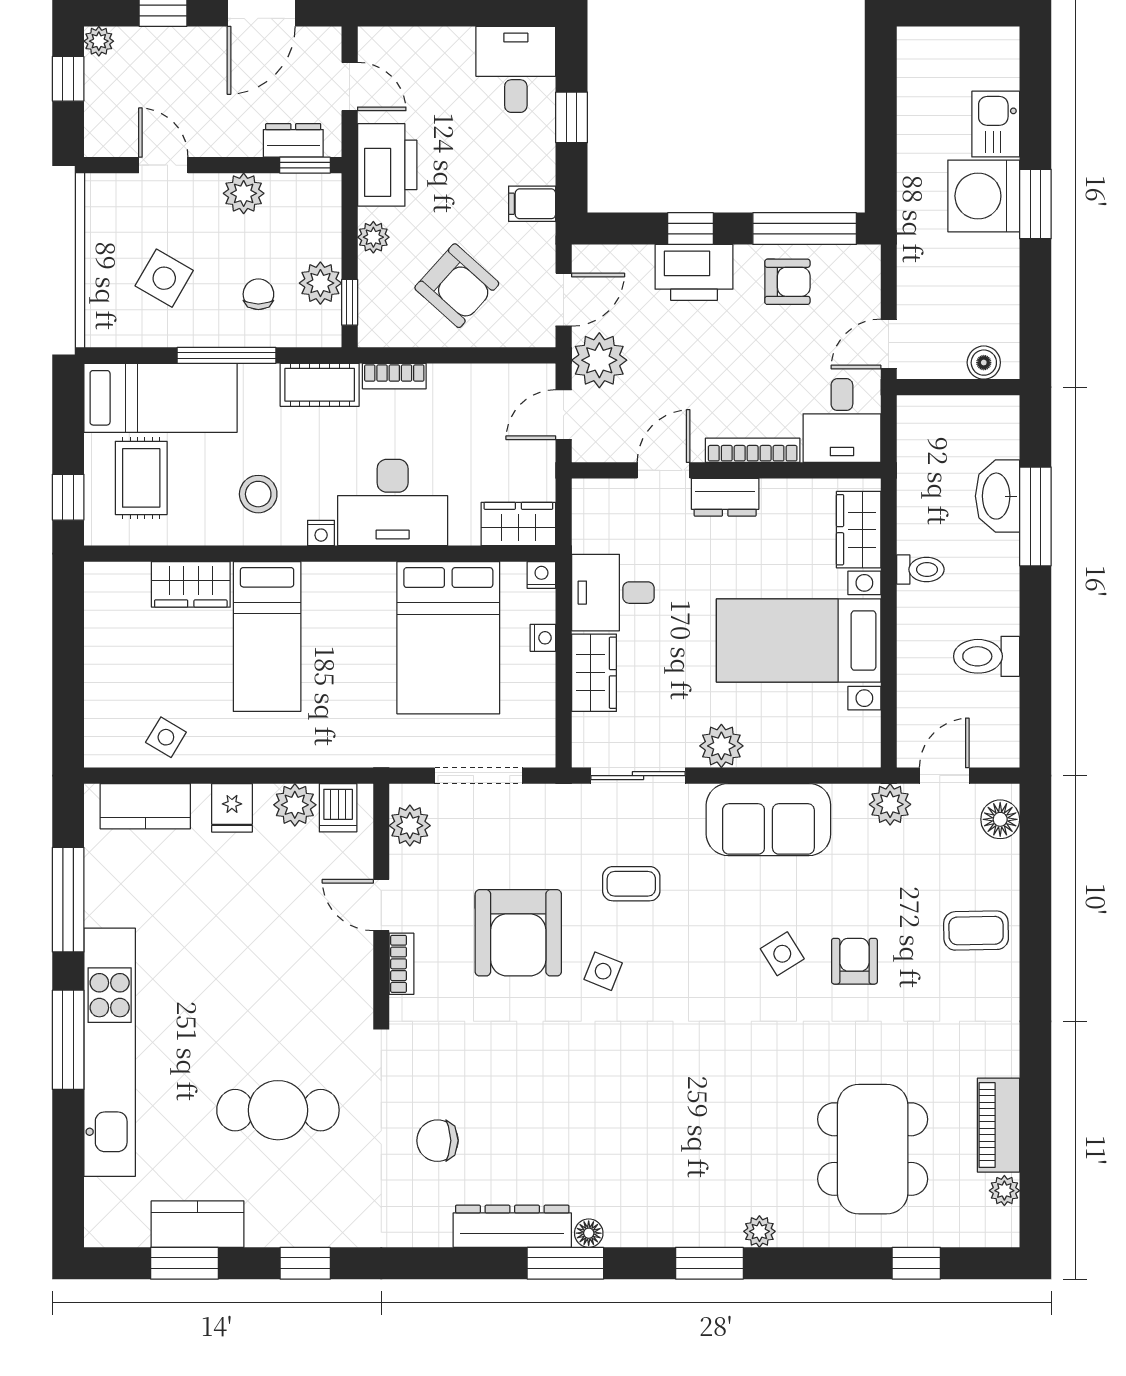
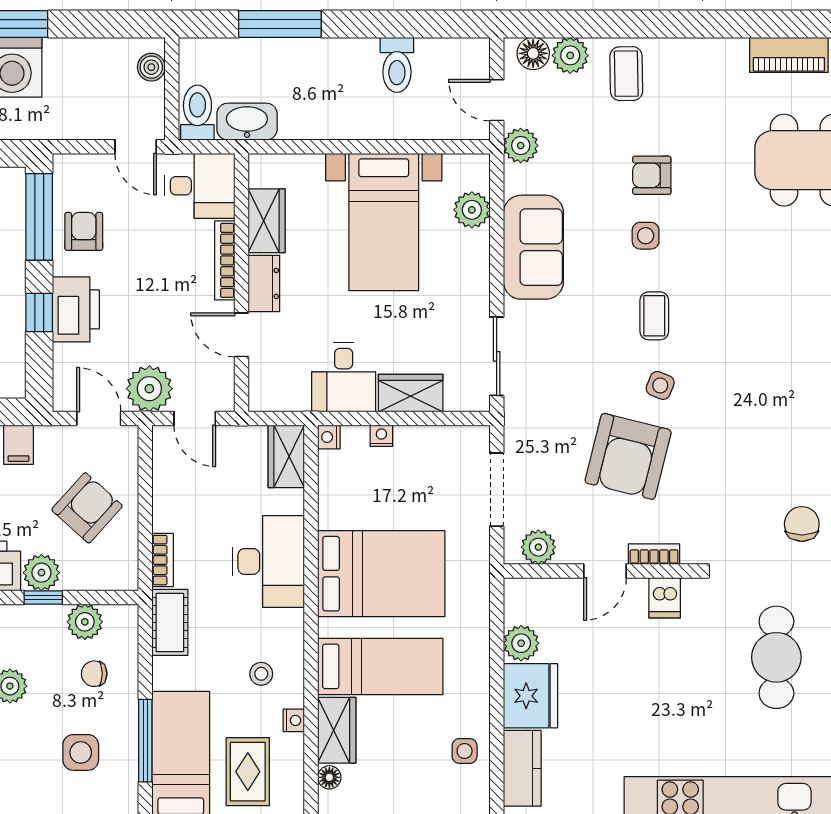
plant: (373, 237) -> (41, 573), width x1.38, depth x1.38
side table: (164, 278) -> (81, 752), turned -30
window: (350, 302) -> (43, 597), moved
window: (227, 355) -> (145, 741), moved
rug: (141, 478) -> (248, 772), turned 90
stool: (258, 494) -> (261, 674), width x0.73, depth x0.73
washbasin: (997, 496) -> (247, 122), moved, turned 180
wardrobe: (859, 530) -> (267, 221), moved, turned -90
nightstand: (321, 533) -> (294, 720), moved
toilet: (920, 569) -> (197, 113), moved, width x1.37, depth x1.39
floor lamp: (134, 575) -> (329, 777), added
bed: (448, 638) -> (381, 574), moved
side table: (166, 737) -> (465, 751), turned -31
plant: (721, 746) -> (472, 210), moved
fridge: (232, 808) -> (530, 696), width x1.88, depth x1.34
dishwasher: (338, 808) -> (665, 598), moved, turned 90
plant: (998, 864) -> (570, 55), added
coffee table: (631, 884) -> (654, 316), moved
armchair: (518, 933) -> (628, 456), turned 104
side table: (782, 954) -> (646, 236), turned 32
chair: (437, 1141) -> (802, 524), turned 180

